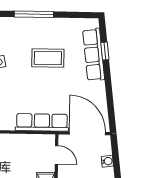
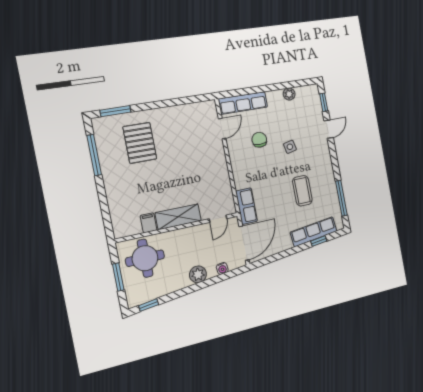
window: (34, 14) -> (341, 198), moved
row of seats: (42, 122) -> (246, 206), width x0.68

